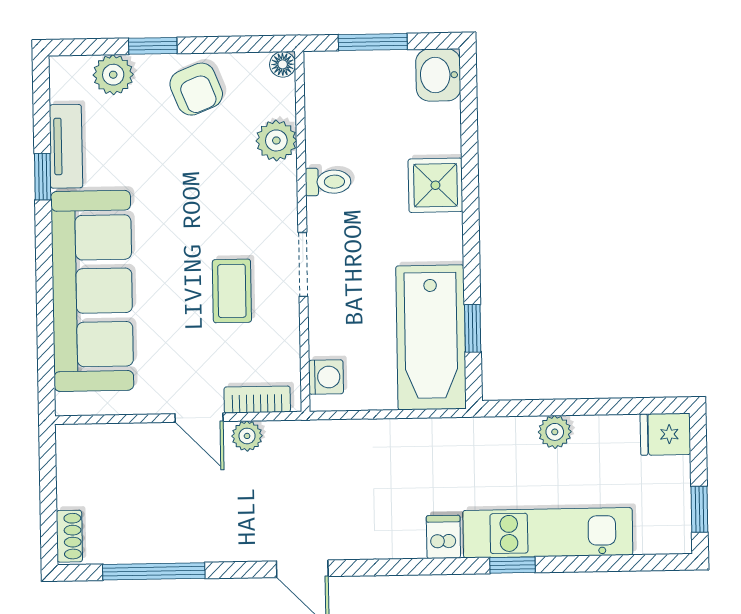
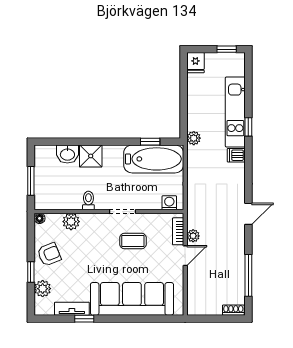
washbasin: (438, 75) -> (67, 154), moved
plant: (555, 432) -> (194, 138), moved

